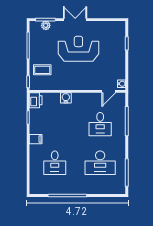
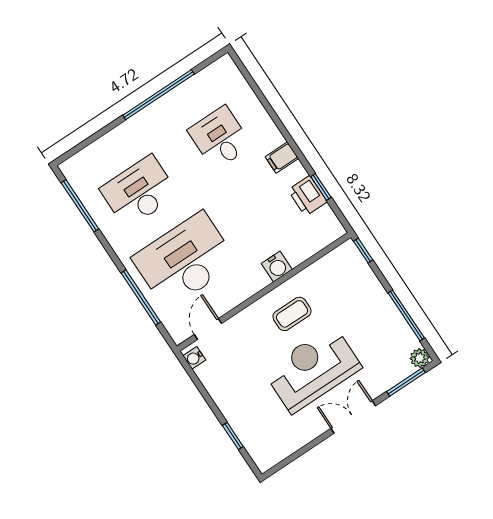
double door: (75, 20) -> (353, 417), swing flipped
plant: (46, 25) -> (420, 358), moved
reception desk: (78, 49) -> (313, 369), turned 180
coffee table: (42, 70) -> (292, 314), moved
printer: (36, 100) -> (308, 196), moved
desk: (100, 124) -> (185, 260), width x1.87, depth x1.30

